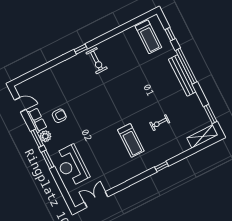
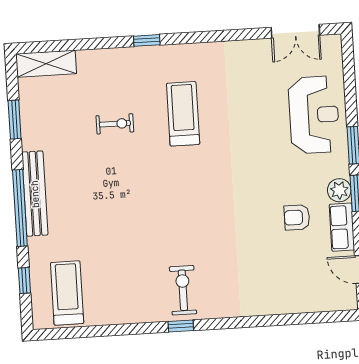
window: (81, 49) -> (181, 326), moved
window: (210, 114) -> (15, 120), moved

